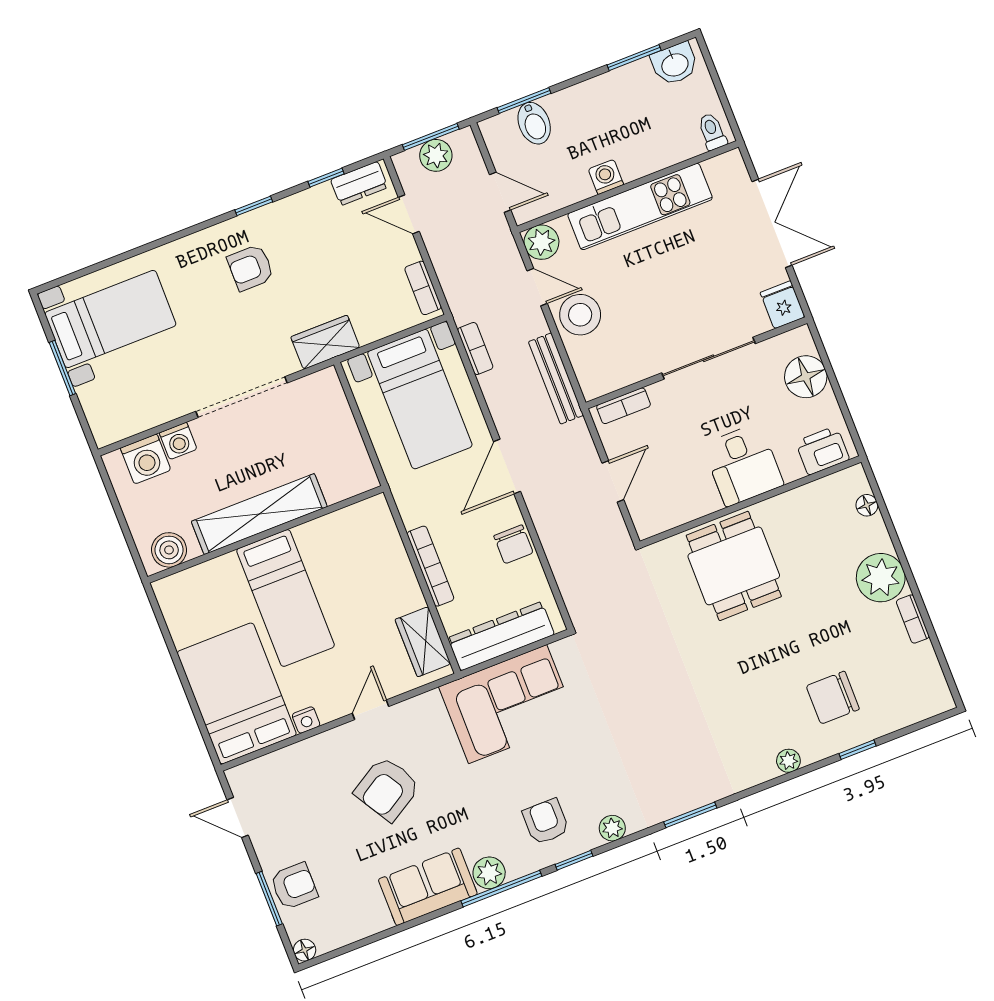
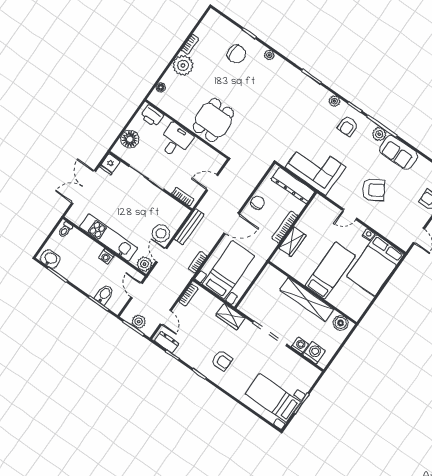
wardrobe: (423, 642) -> (292, 242), moved

